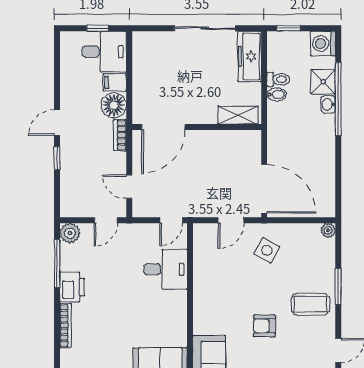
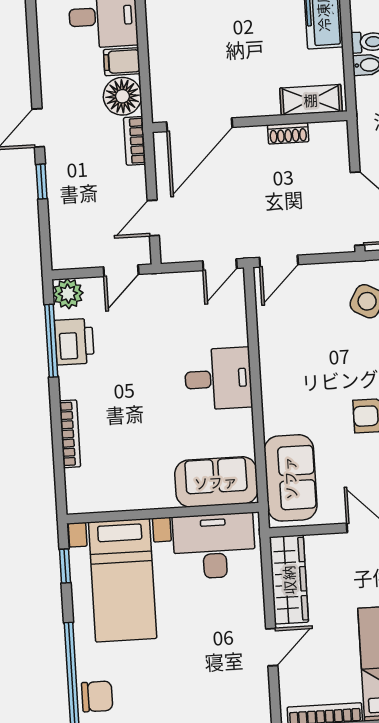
shoe rack: (221, 136) -> (288, 133), added
door: (129, 187) -> (153, 218), hinge flipped
door: (231, 220) -> (279, 261), moved
desk: (166, 269) -> (218, 379), moved
printer: (72, 287) -> (74, 342), moved

